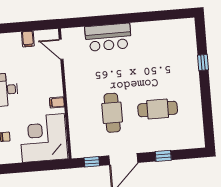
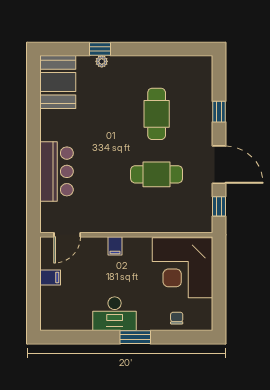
booth: (176, 33) -> (58, 82), added
plant: (194, 64) -> (102, 61), added
filing cabinet: (57, 102) -> (115, 246), moved

